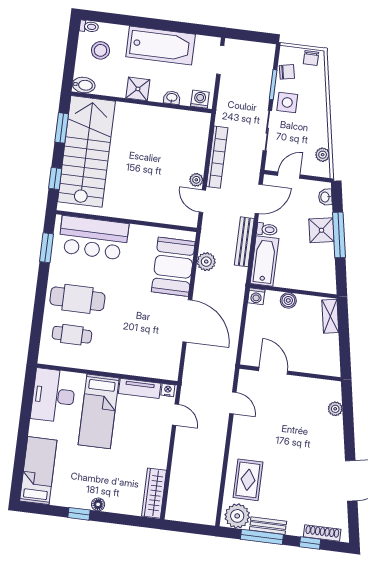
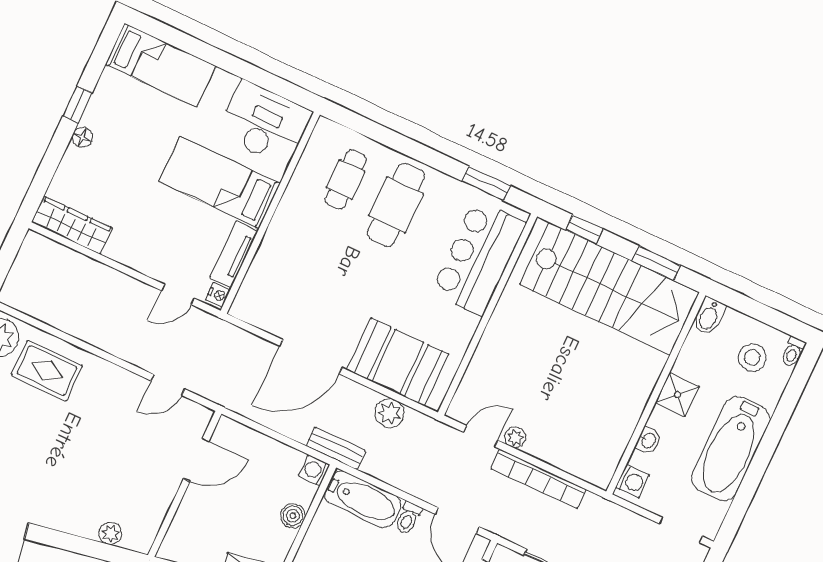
bench: (244, 242) -> (336, 448), moved, width x0.73

